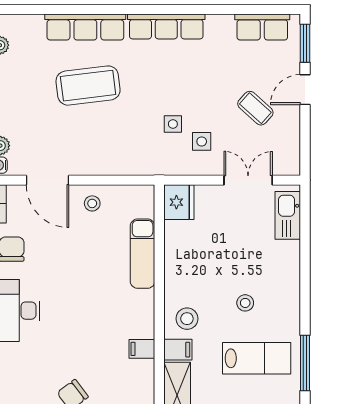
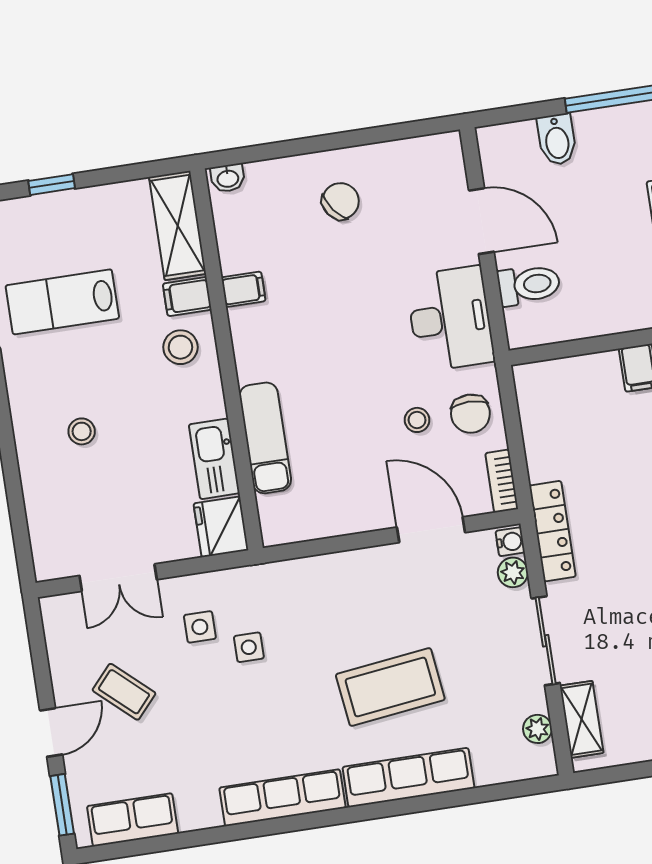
stool: (92, 203) -> (417, 420), moved
kitchen sink: (288, 215) -> (214, 459), moved, turned 180
stool: (245, 303) -> (82, 431), moved

